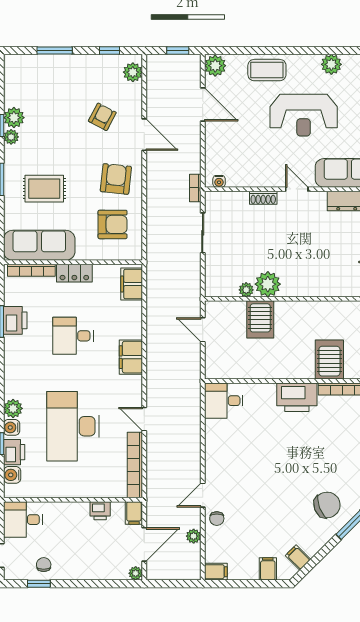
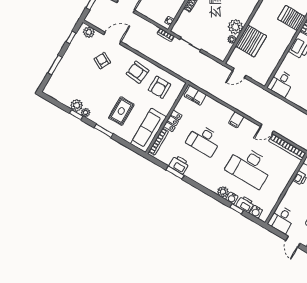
door: (144, 135) -> (112, 38), moved
armchair: (113, 224) -> (159, 87), turned 180
server rack: (260, 319) -> (251, 41), width x1.60
desk: (73, 336) -> (204, 140), width x1.37
filing cabinet: (131, 357) -> (236, 120), width x0.50

